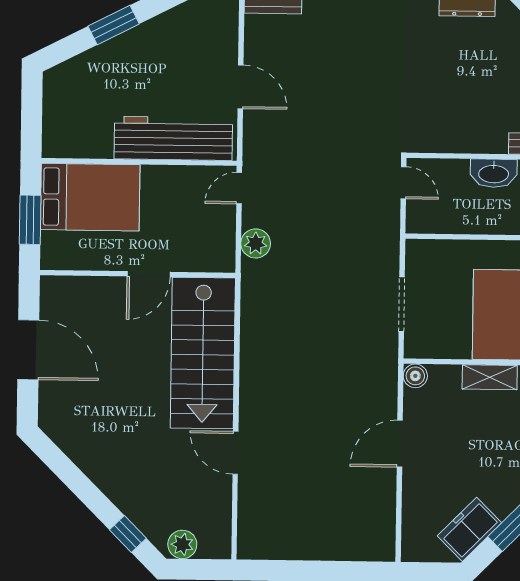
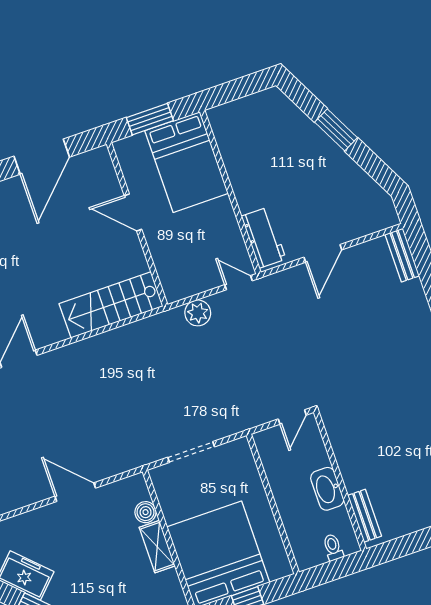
workbench: (173, 138) -> (264, 238), width x0.53, depth x0.76
door: (149, 274) -> (133, 212), moved
stairs: (203, 353) -> (111, 305), width x0.73, depth x0.66
boiler: (415, 376) -> (146, 512), moved

